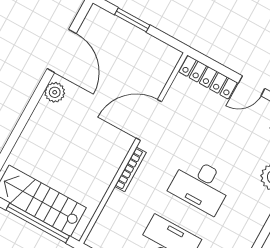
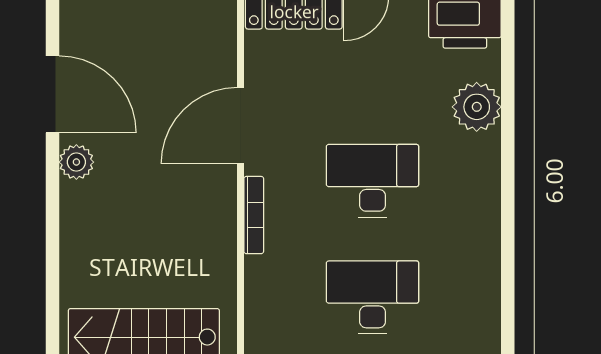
desk: (201, 185) -> (373, 181), turned 180

